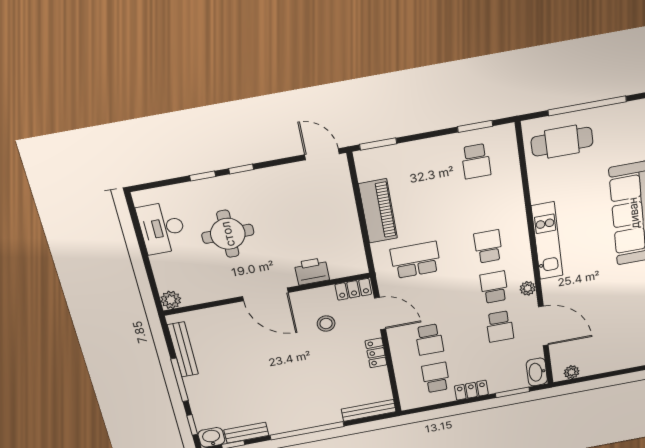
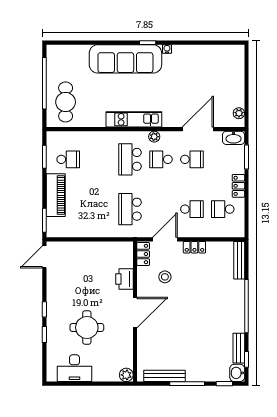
piano: (378, 211) -> (56, 195), moved, turned 90
school desk: (488, 247) -> (130, 159), width x1.85
plant: (528, 288) -> (154, 137), moved

